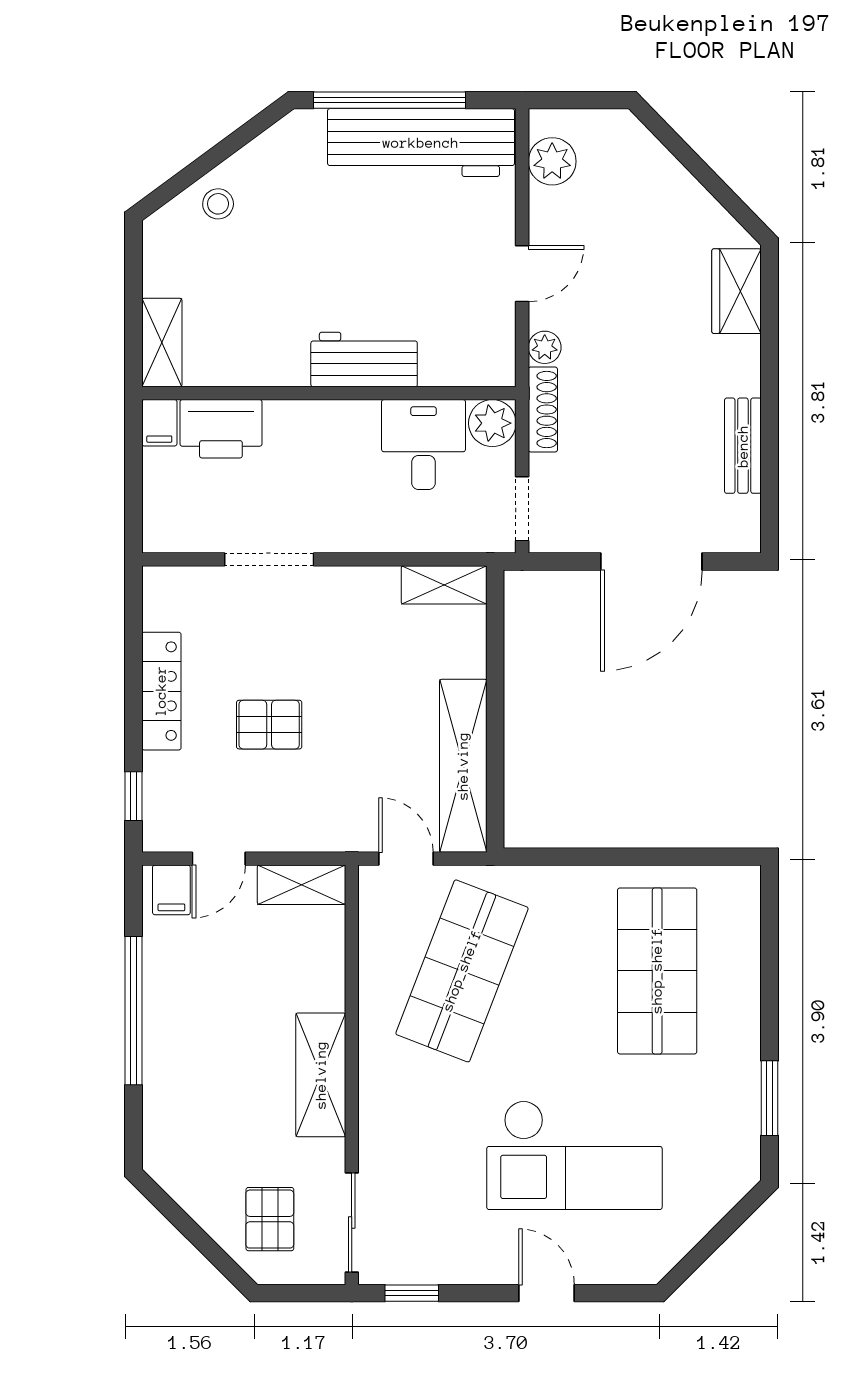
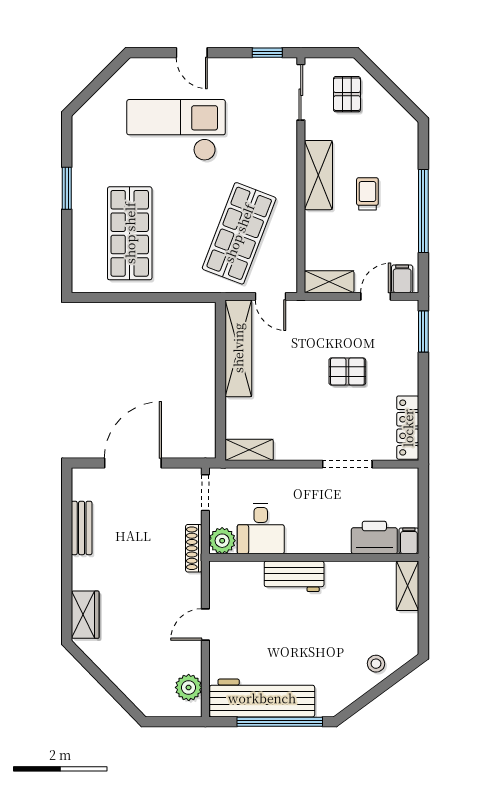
plant: (545, 347) -> (193, 583), removed
locker: (161, 691) -> (408, 428), moved
window: (134, 796) -> (423, 331), width x1.50
trolley: (233, 1041) -> (367, 194), added
window: (769, 1098) -> (67, 188), moved

